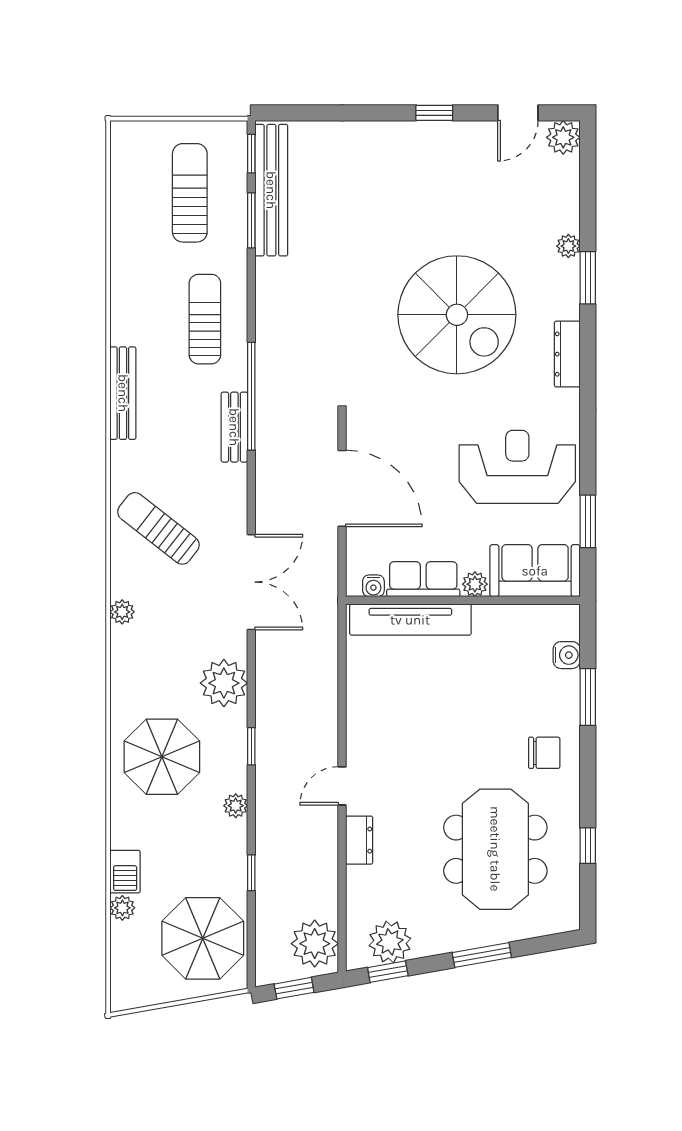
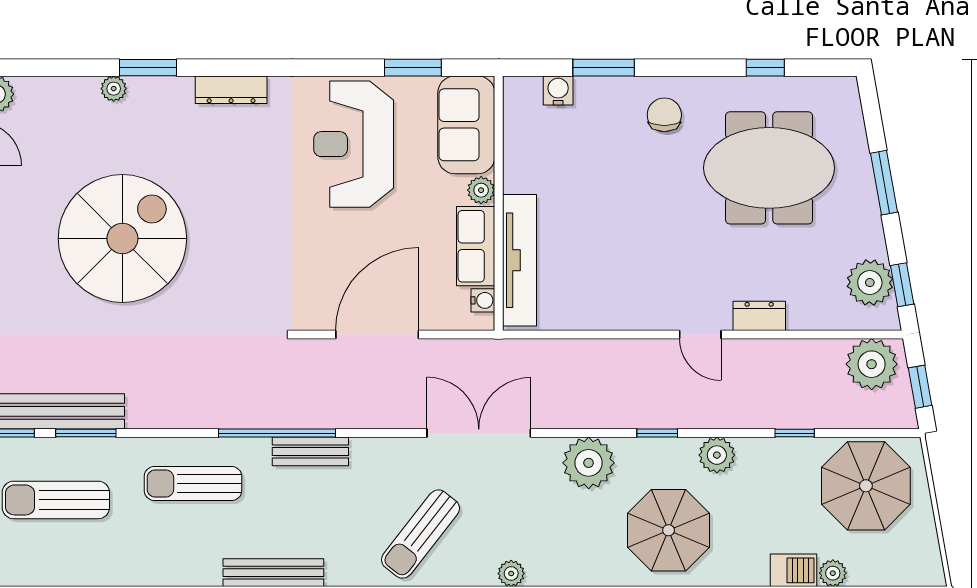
spiral stairs: (457, 315) -> (122, 239), moved
plant: (236, 806) -> (717, 455), width x1.38, depth x1.38

